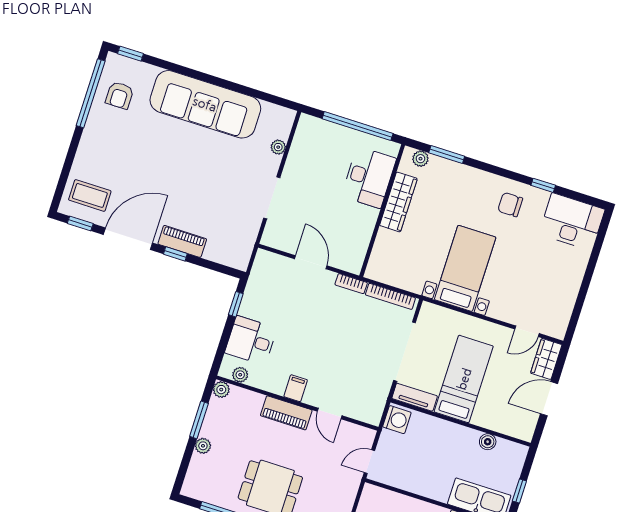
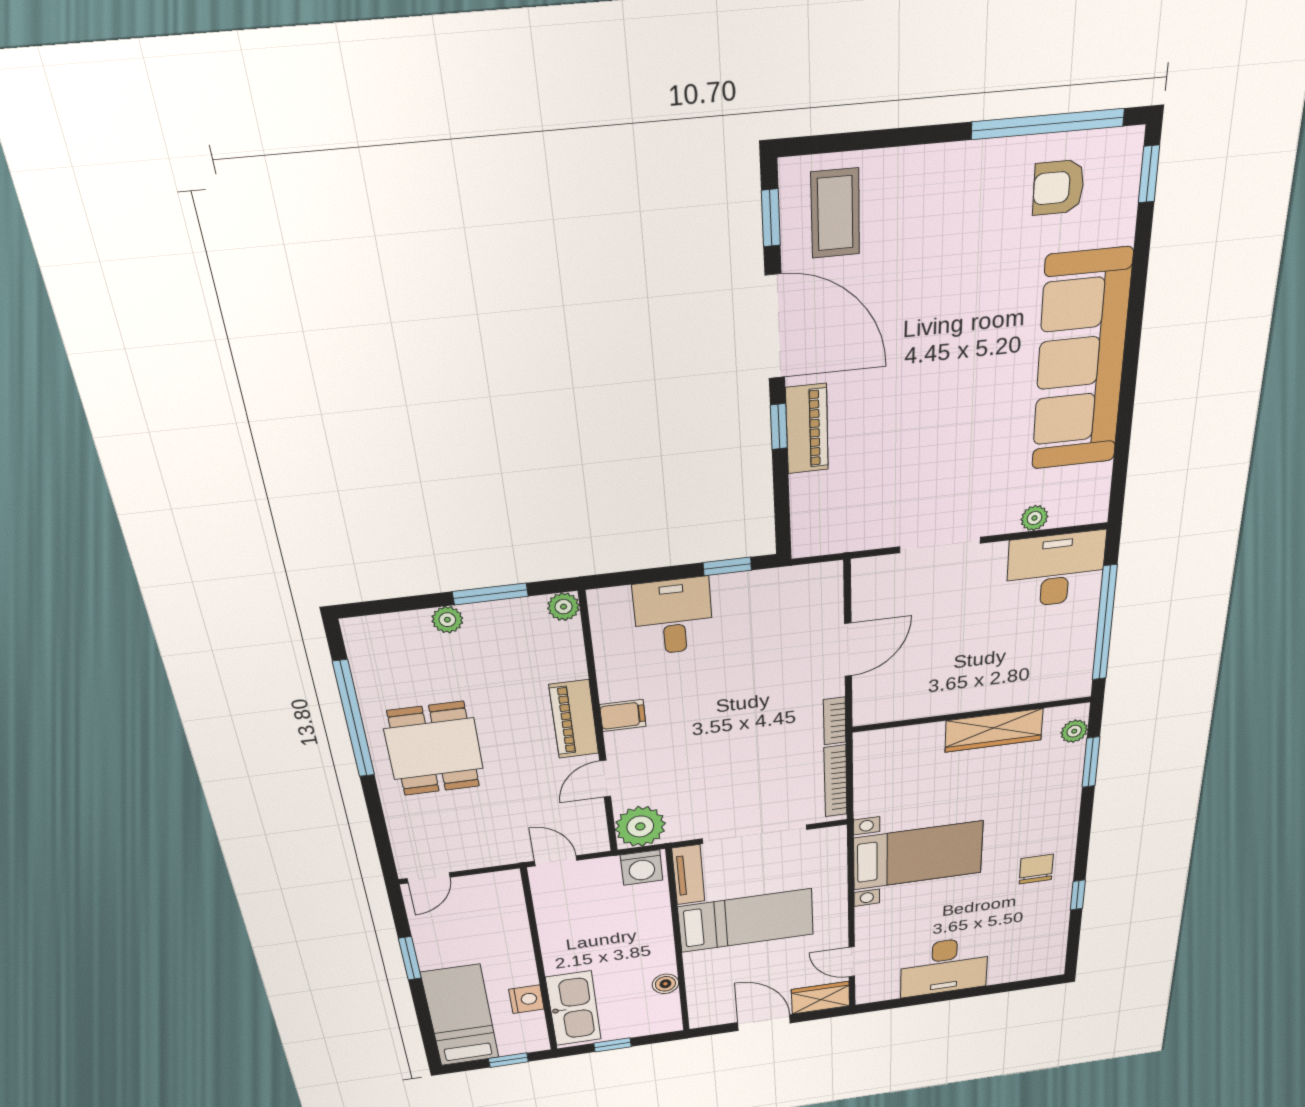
desk: (369, 177) -> (1056, 570), moved, turned 180
desk: (572, 222) -> (944, 967), moved, turned 90
plant: (240, 375) -> (640, 826), moved, width x1.88, depth x1.88

